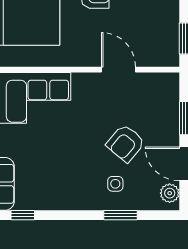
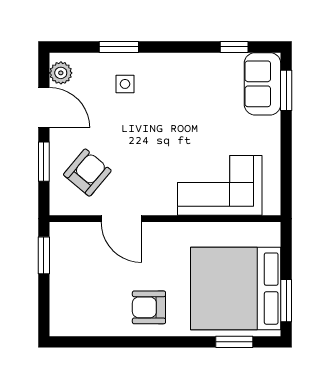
armchair: (126, 143) -> (87, 173), moved

